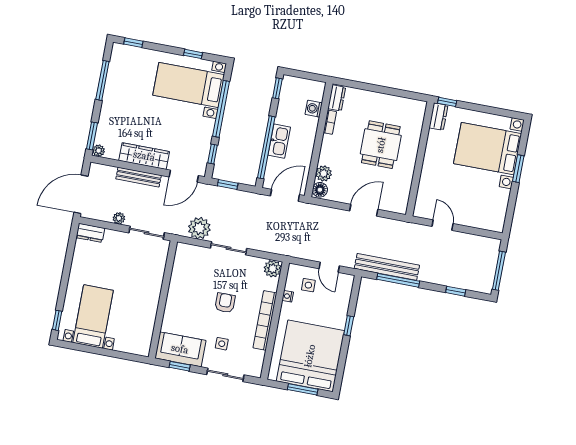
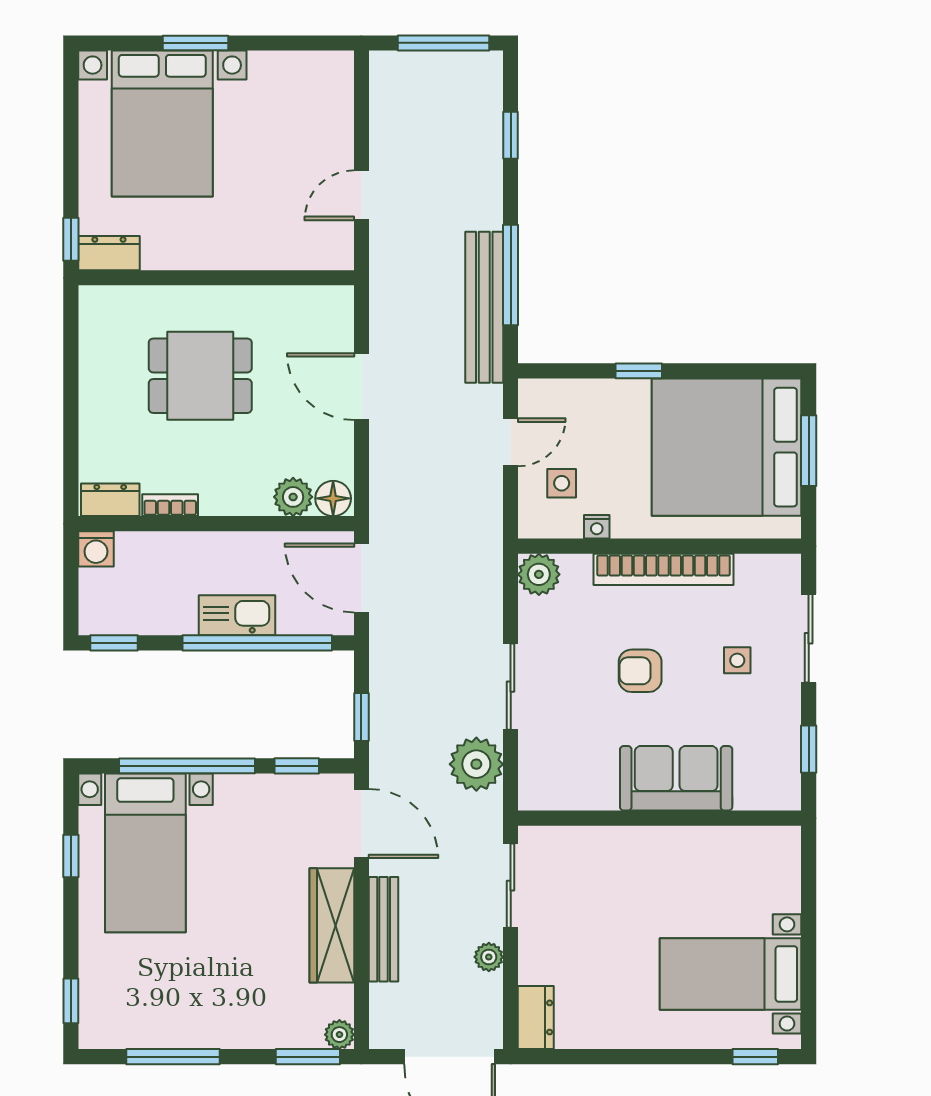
washing machine: (314, 109) -> (96, 549), moved
sofa: (180, 349) -> (676, 778), moved, turned 90

